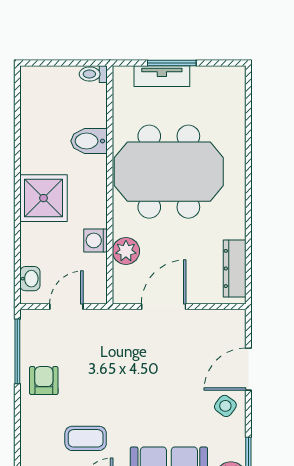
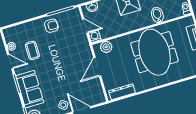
washing machine: (96, 240) -> (95, 36), moved
plant: (126, 251) -> (106, 47), moved
door: (164, 307) -> (97, 67), swing flipped

